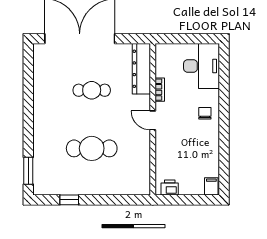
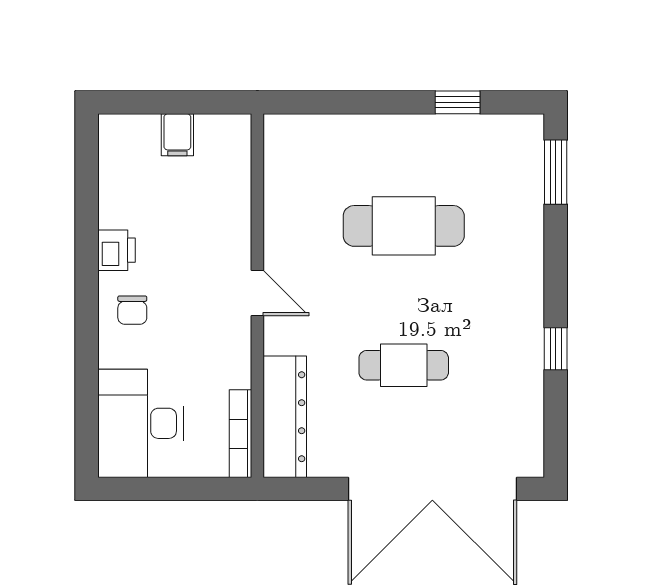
bookcase: (160, 90) -> (241, 434), moved, width x1.56
window: (28, 97) -> (556, 349), added
filing cabinet: (211, 186) -> (177, 135), moved
printer: (170, 188) -> (116, 250), moved, turned -90

